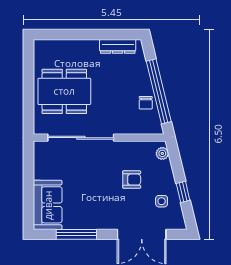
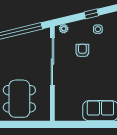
chair: (146, 103) -> (28, 41), removed
sliding door: (81, 138) -> (52, 62), moved

